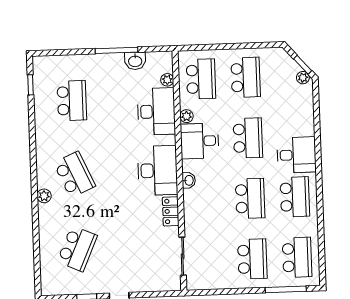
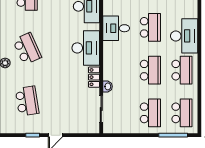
plant: (186, 116) -> (108, 10), removed
desk: (296, 155) -> (184, 36), width x1.37
washbasin: (189, 180) -> (107, 86), moved
school desk: (77, 249) -> (27, 101), turned -33

